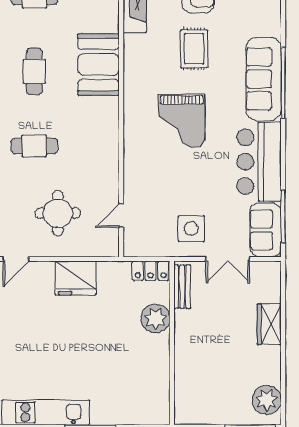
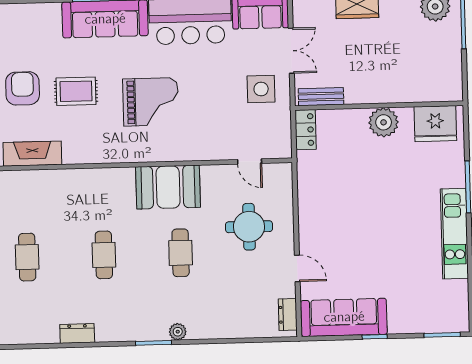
booth: (98, 64) -> (168, 187), moved
cafe table: (34, 71) -> (104, 255), turned 90
fridge: (76, 278) -> (435, 124), moved, turned 90
plant: (155, 318) -> (384, 122), moved

